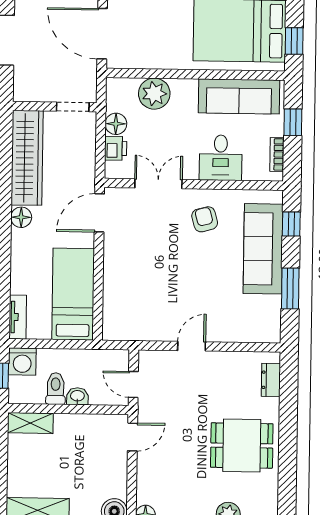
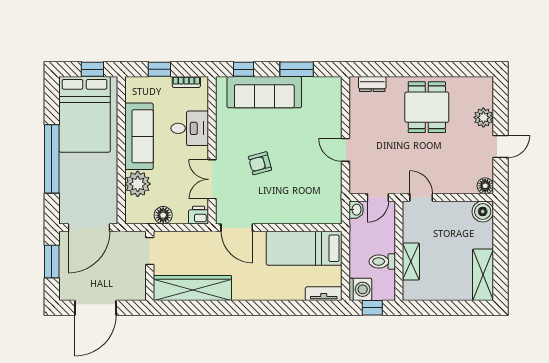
sofa: (239, 96) -> (139, 136), moved
printer: (116, 148) -> (199, 215), moved
floor lamp: (21, 217) -> (241, 292), removed
armchair: (205, 219) -> (260, 163), moved
washbasin: (77, 396) -> (356, 210), moved, turned 180
shelving: (30, 423) -> (411, 261), moved

